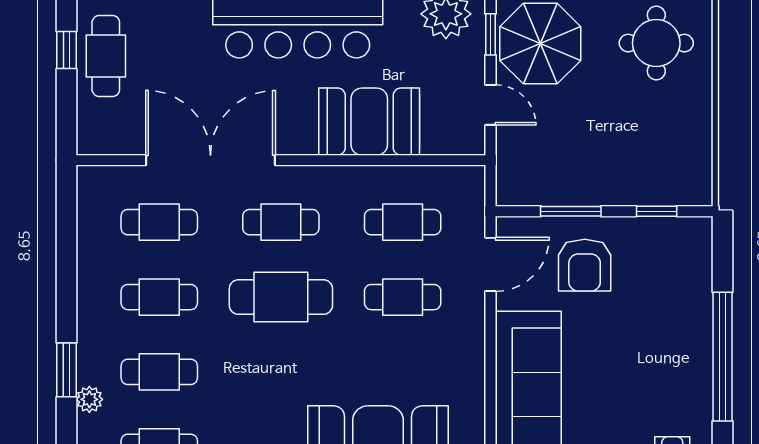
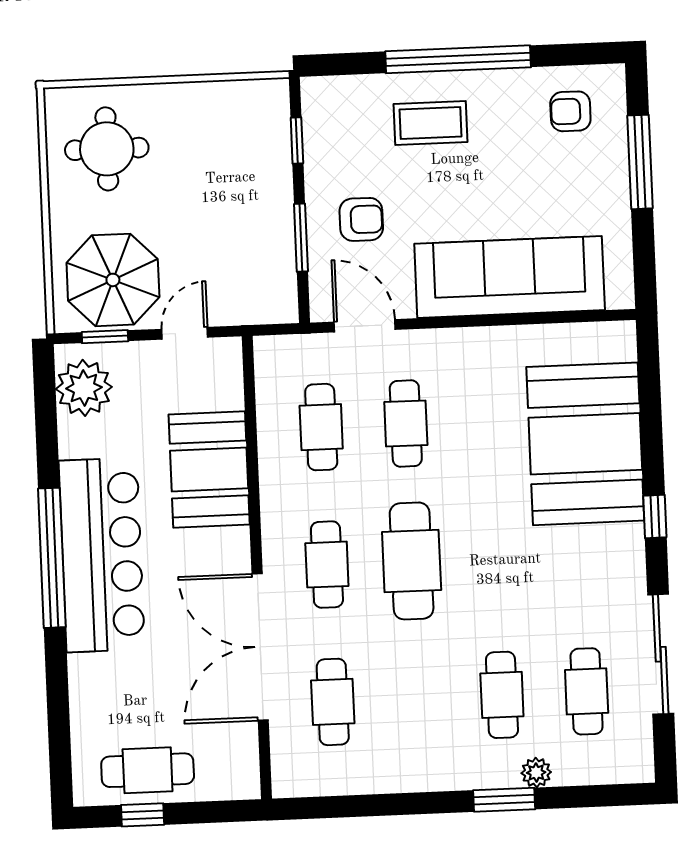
armchair: (585, 265) -> (361, 219), width x0.72, depth x0.72
cafe table: (159, 297) -> (417, 698), removed
coffee table: (667, 330) -> (430, 123), added

